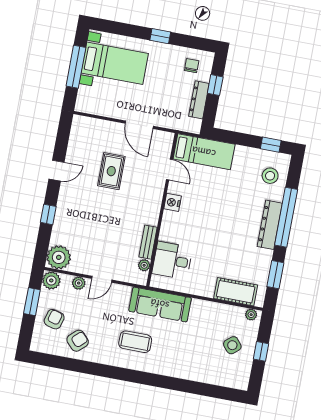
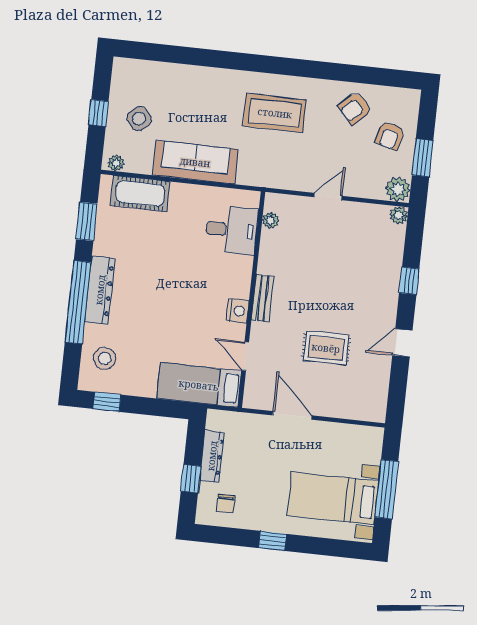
rug: (111, 171) -> (326, 348), turned 90
bench: (148, 242) -> (262, 298), moved
plant: (59, 257) -> (399, 215), width x0.53, depth x0.53
plant: (79, 283) -> (359, 189), removed
sofa: (160, 304) -> (195, 162), moved
coffee table: (135, 342) -> (275, 113), width x1.36, depth x1.32

